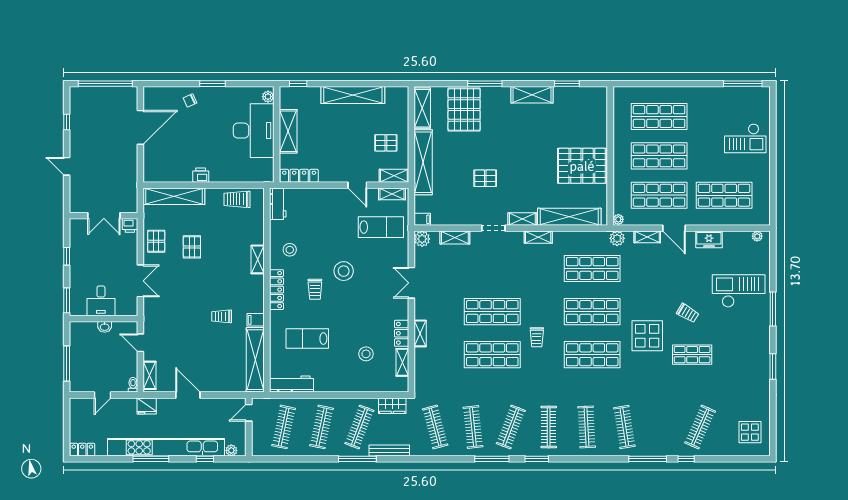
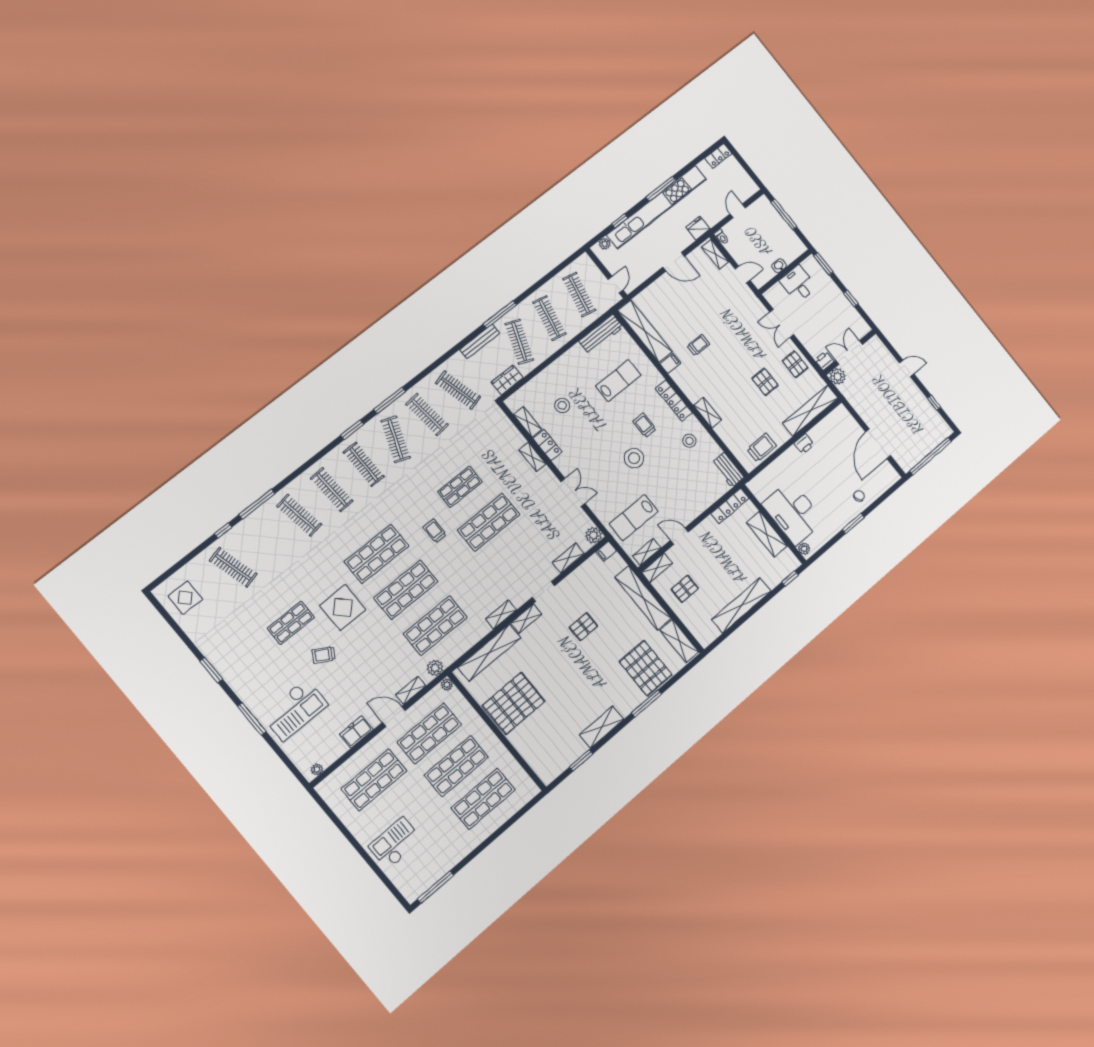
plant: (129, 205) -> (838, 377), added
shop shelf: (492, 355) -> (460, 487), width x0.70, depth x0.74
clothes rail: (700, 427) -> (233, 567), turned -39

